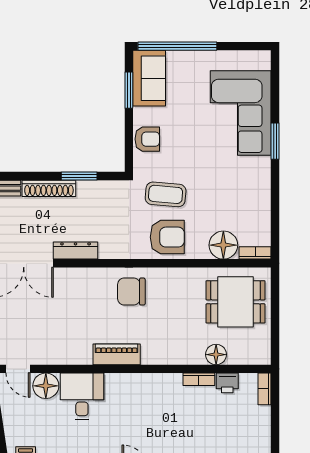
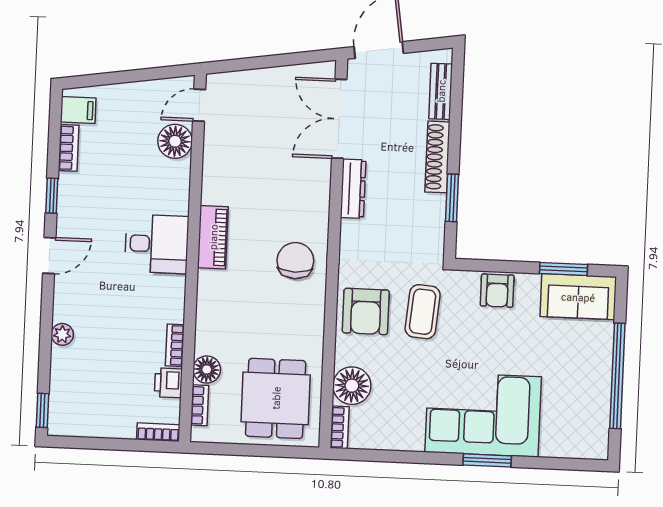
window: (177, 46) -> (617, 376), moved
corner sofa: (241, 113) -> (483, 414), moved
bookcase: (243, 359) -> (200, 405), added
desk: (82, 396) -> (157, 244), moved

